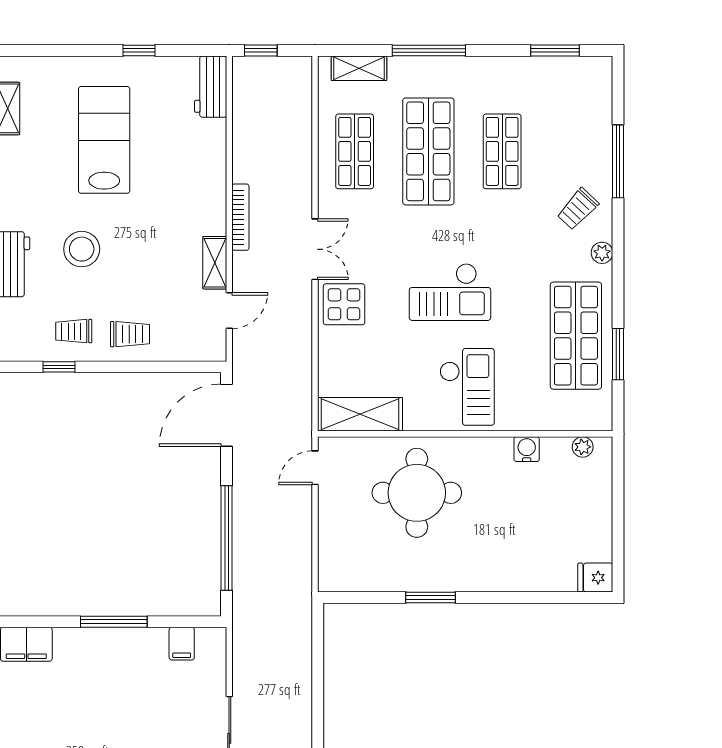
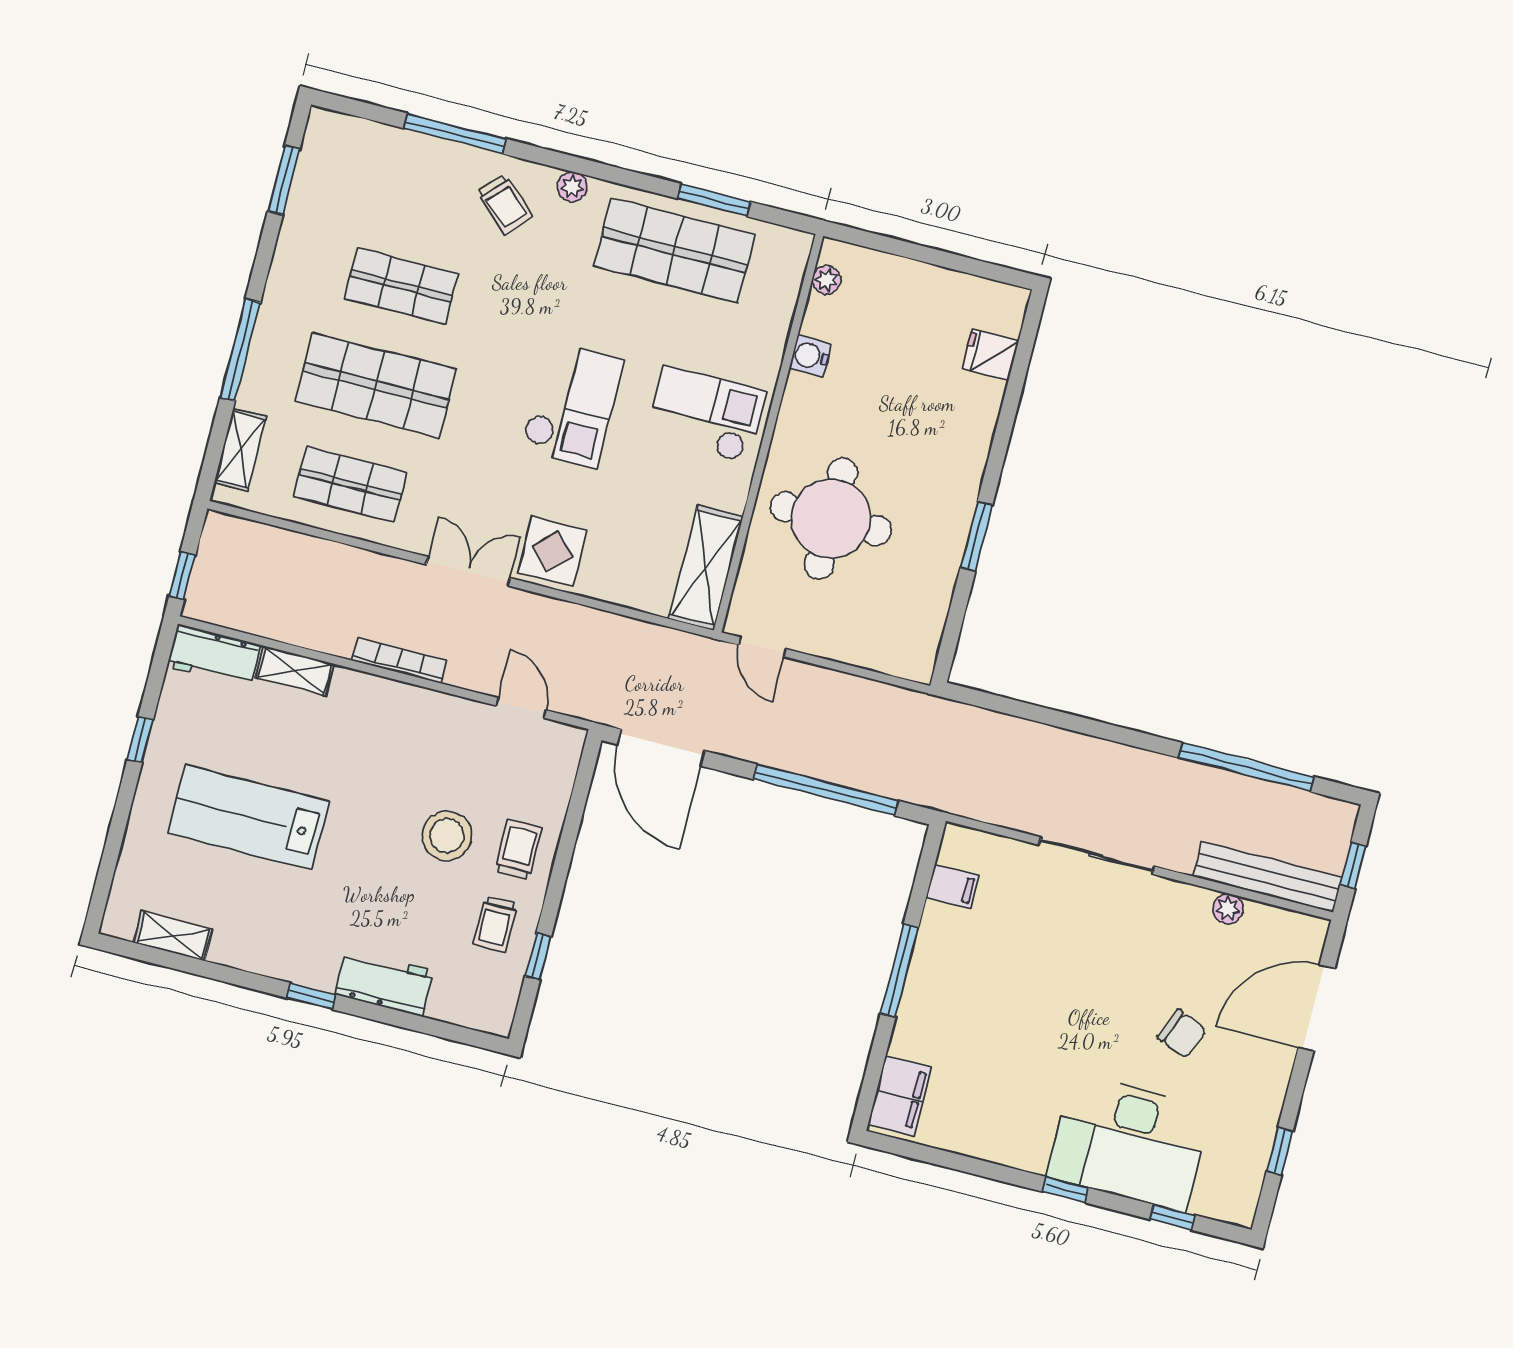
stool: (82, 249) -> (447, 836), moved
shelving: (215, 263) -> (295, 671), moved
fridge: (595, 578) -> (990, 355), moved, turned 90

